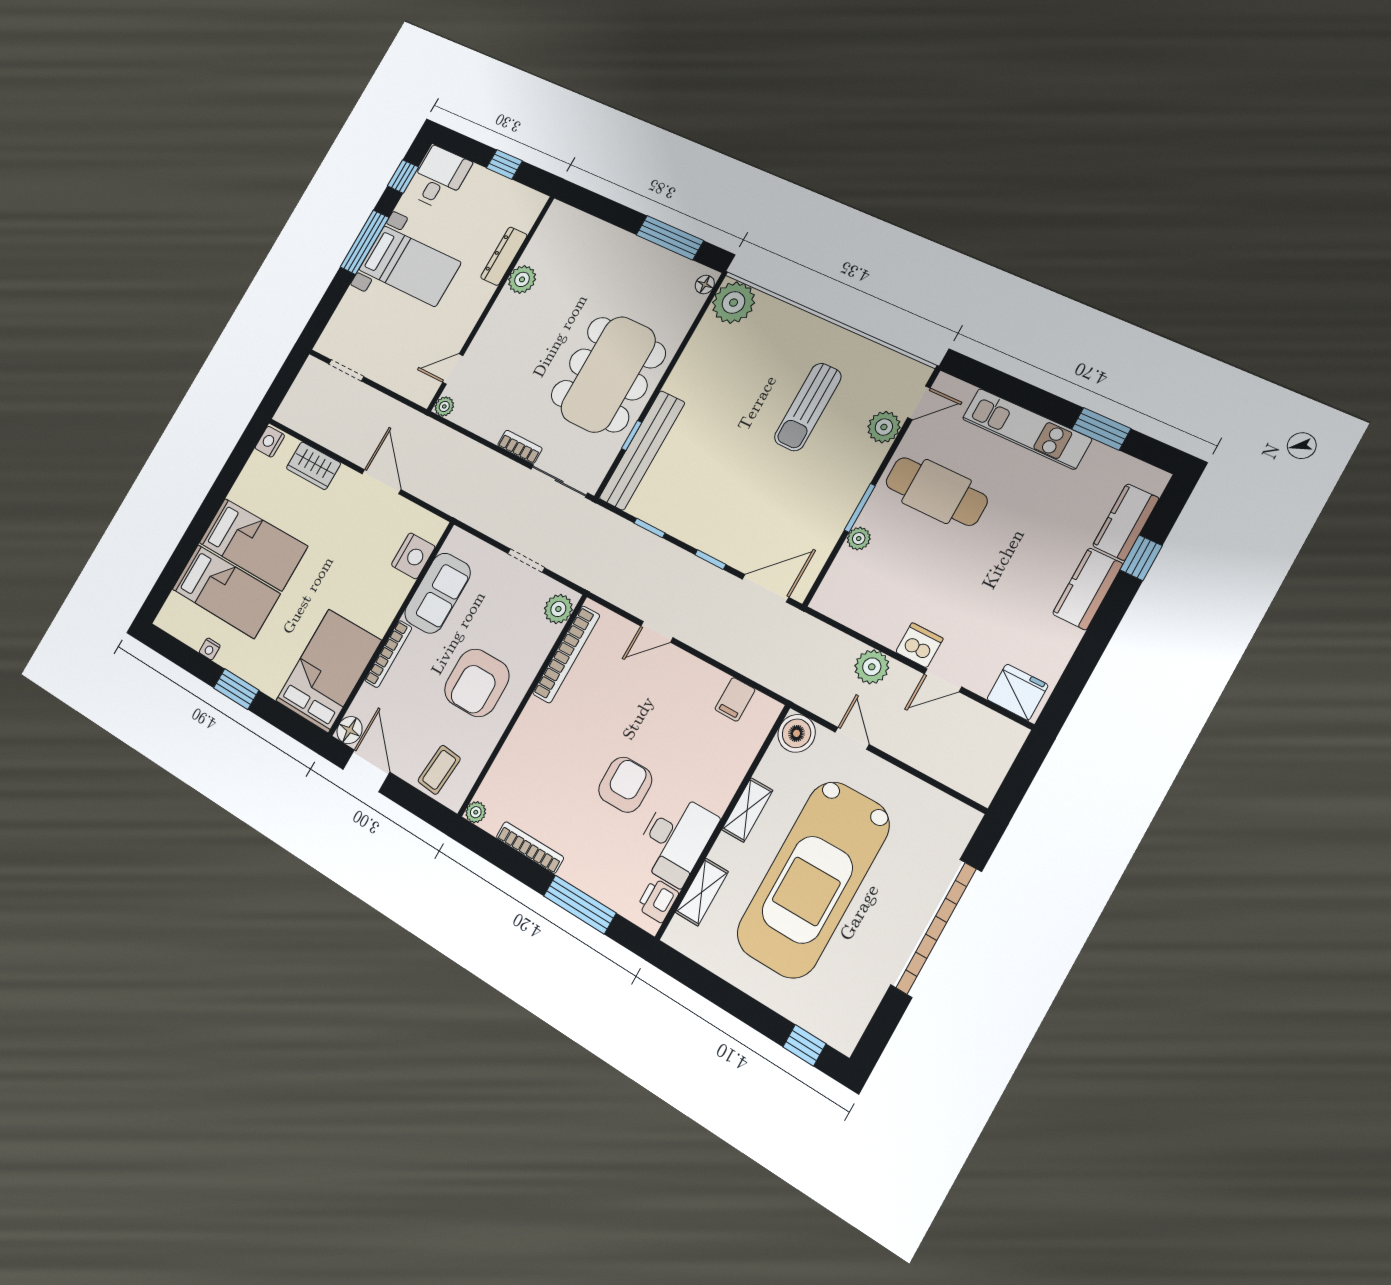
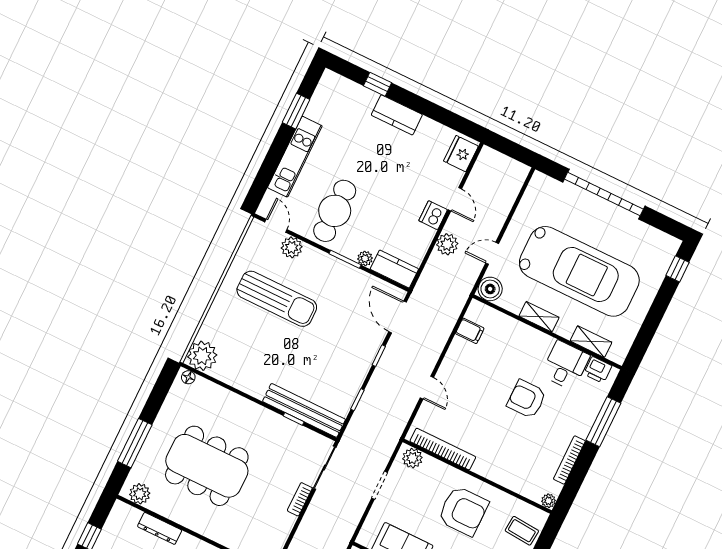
window: (670, 238) -> (135, 443), moved
plant: (522, 279) -> (140, 494), moved
dining table: (608, 374) -> (207, 466), moved
sun lounger: (808, 407) -> (277, 299), width x1.36, depth x1.34
kitchen counter: (1126, 522) -> (394, 269), moved, turned 180
desk: (675, 839) -> (565, 365), width x0.73

